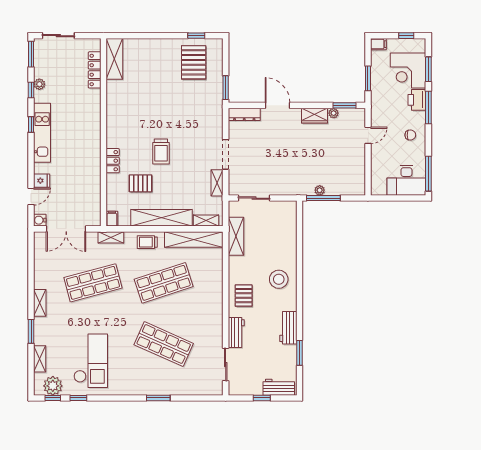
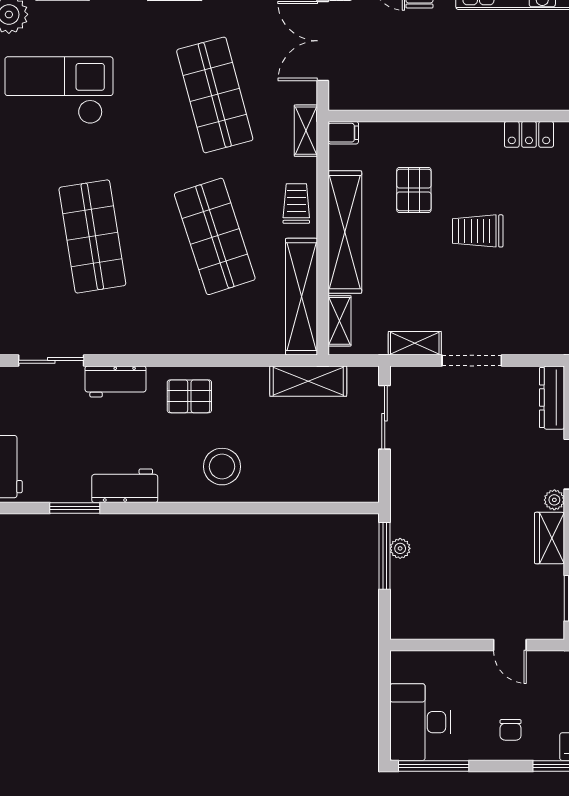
plant: (334, 113) -> (554, 500), moved
locker: (113, 161) -> (529, 134), moved
shop shelf: (164, 344) -> (92, 236), turned -33
checkout: (91, 361) -> (59, 90), turned 180

